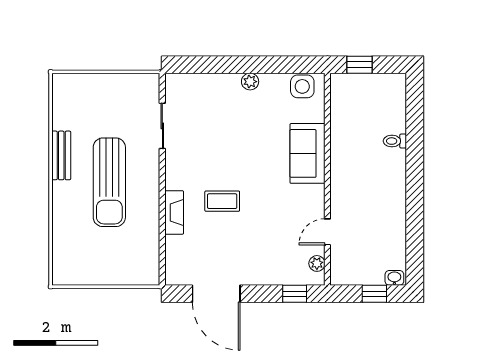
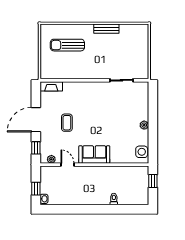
sofa: (308, 153) -> (94, 154), moved
sun lounger: (109, 182) -> (67, 45), moved, width x0.73, depth x0.75
coffee table: (222, 201) -> (67, 123), moved
fireplace: (174, 212) -> (51, 86), moved
door: (216, 294) -> (36, 120), moved

